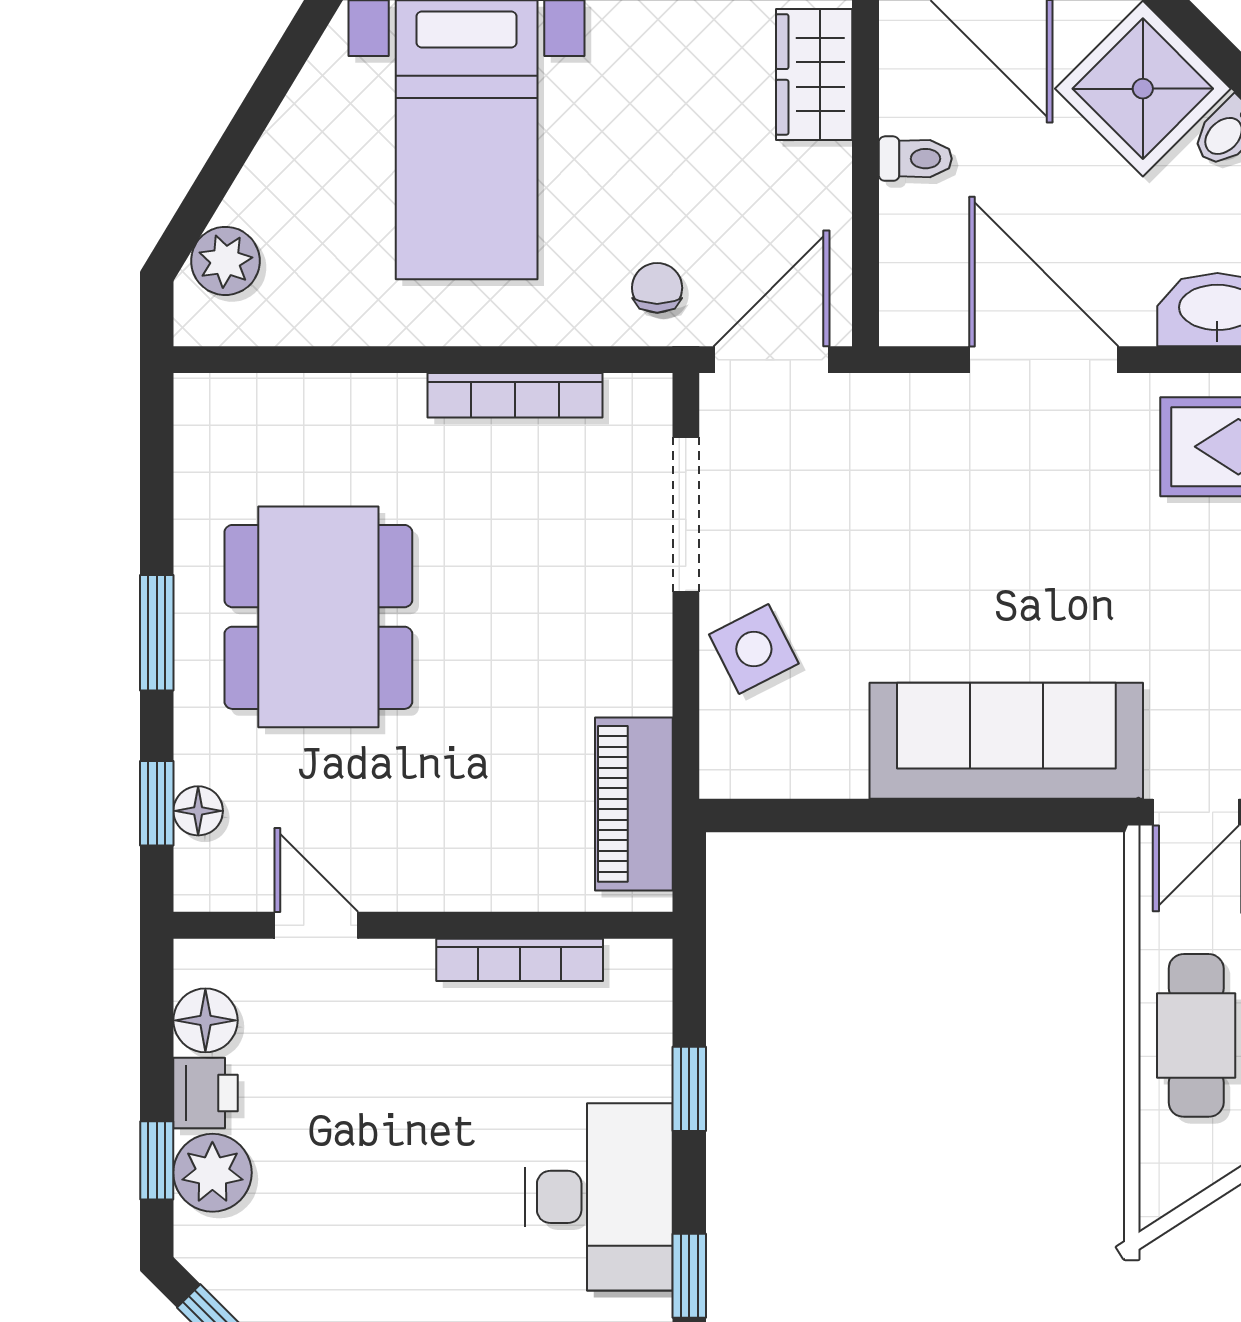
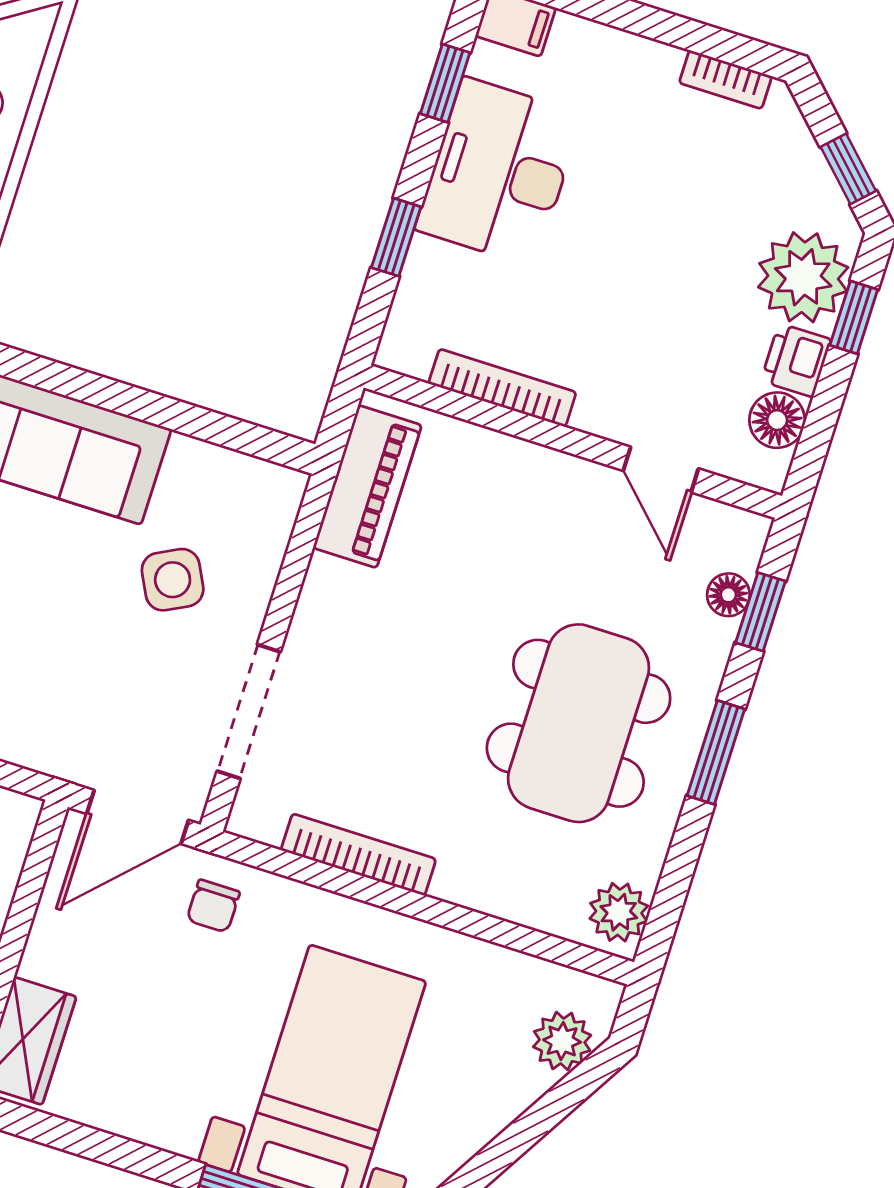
plant: (208, 423) -> (619, 912), added
side table: (754, 649) -> (173, 580), moved
plant: (212, 1173) -> (803, 277), width x1.36, depth x1.36

